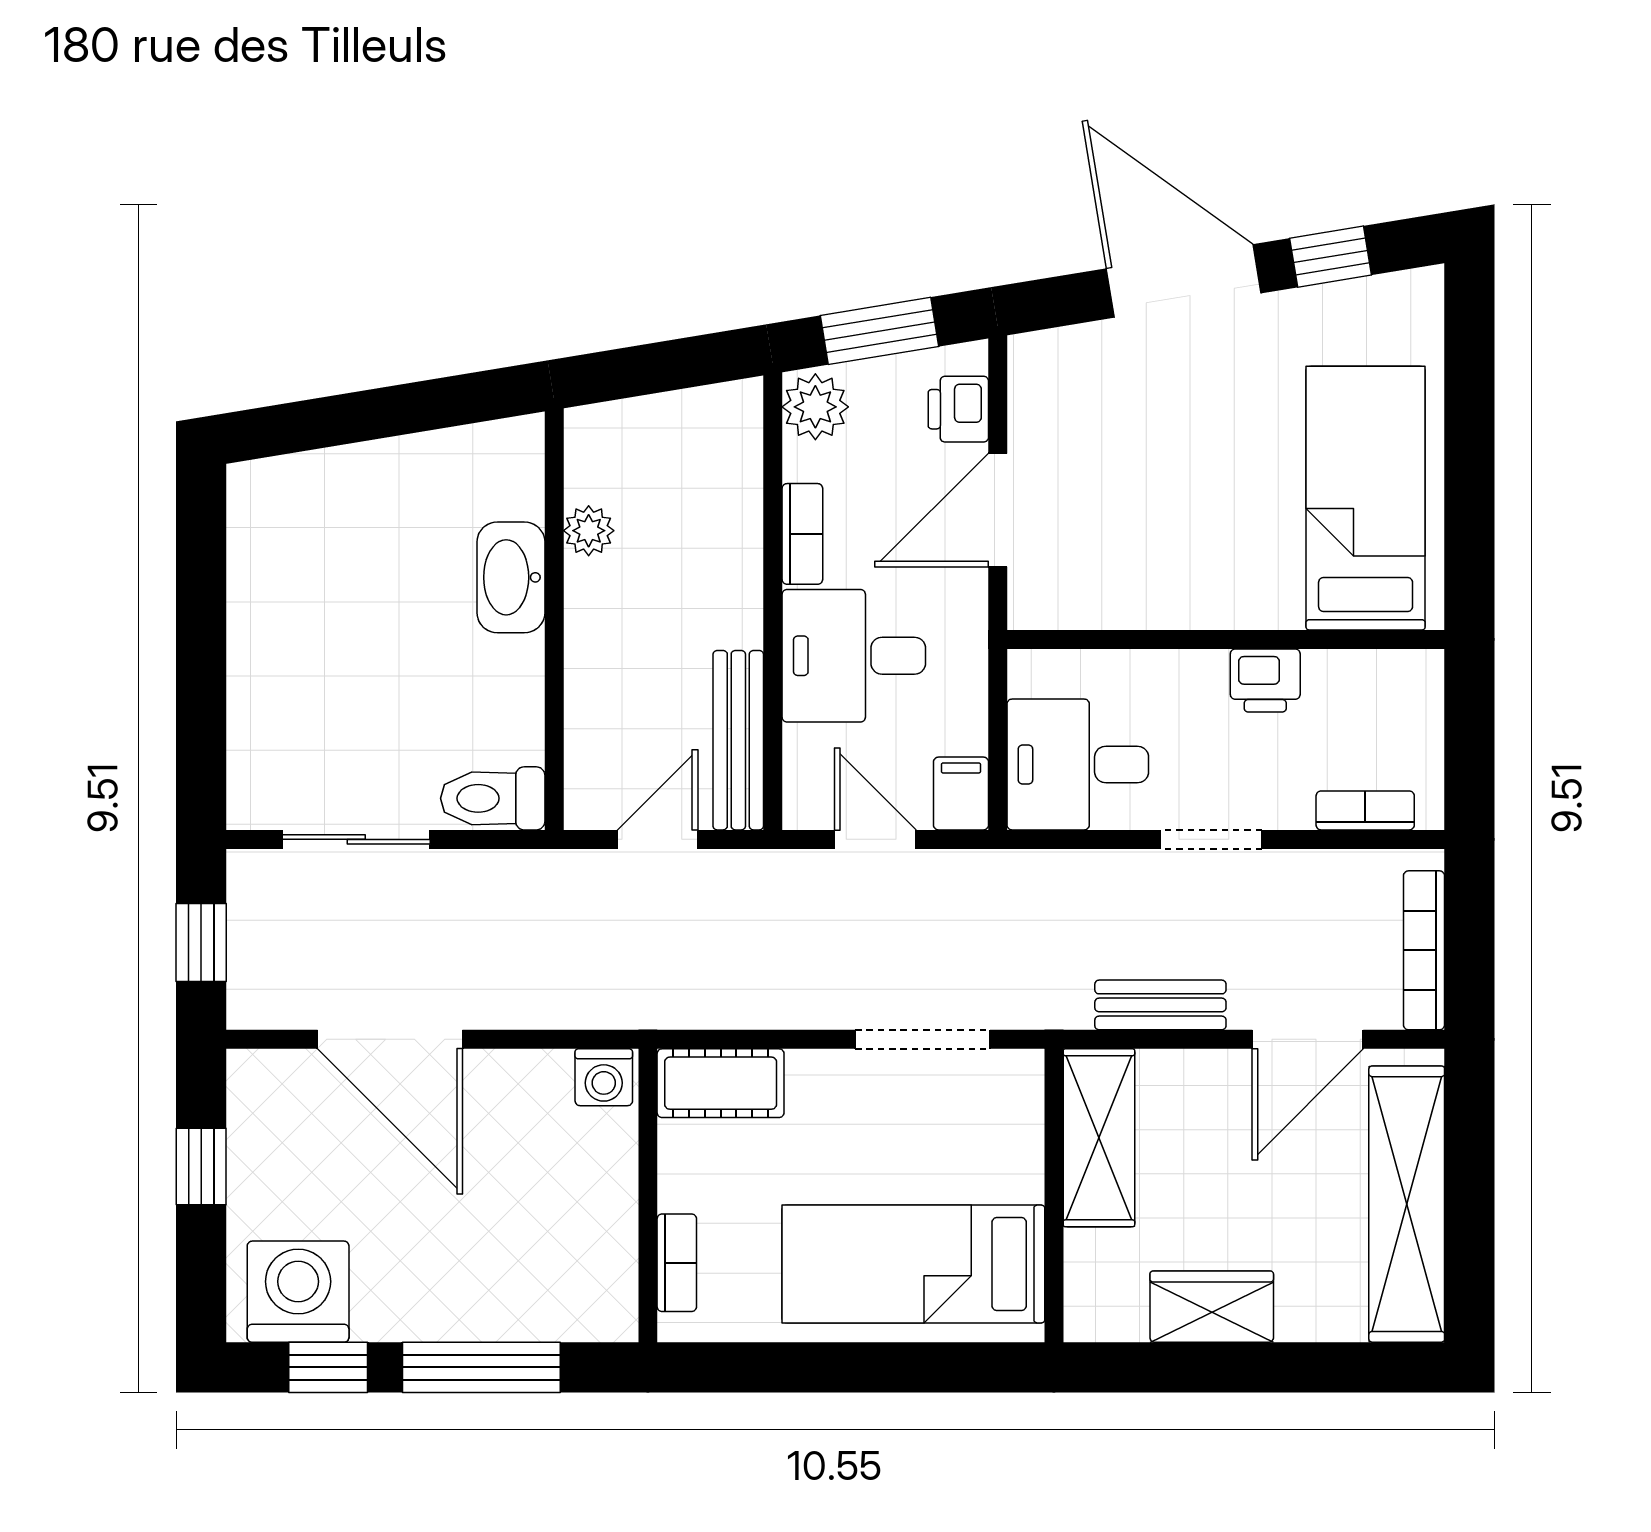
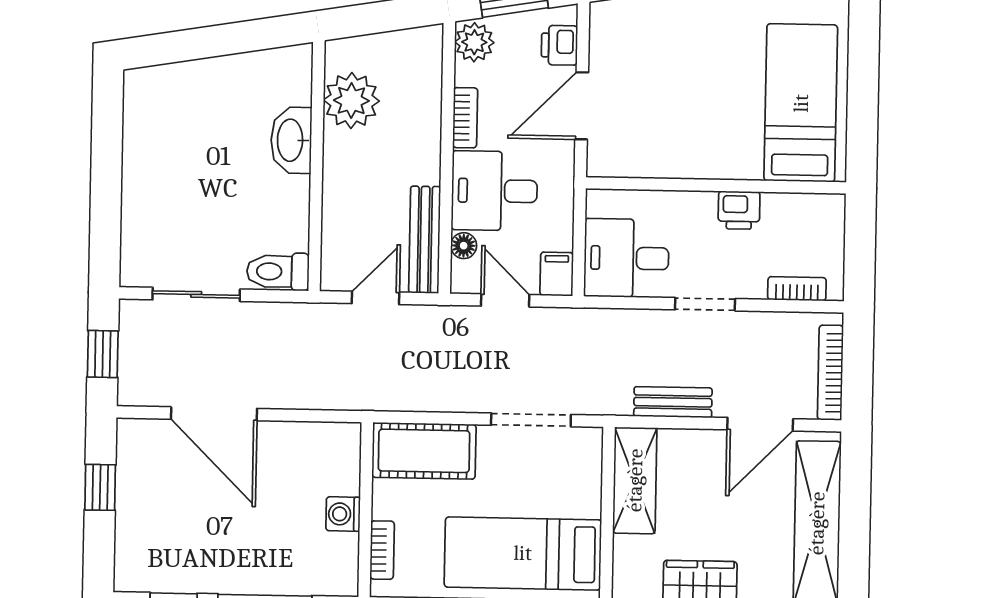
plant: (589, 531) -> (351, 100), width x1.87, depth x1.87
floor lamp: (804, 749) -> (464, 246), added
washing machine: (604, 1077) -> (343, 514), moved, turned 90
cot: (721, 1083) -> (424, 451), width x1.37, depth x1.34
washing machine: (298, 1292) -> (156, 563), removed

